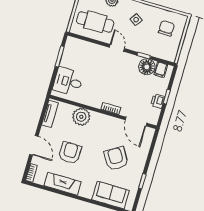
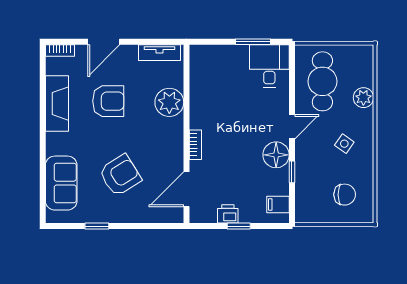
floor lamp: (147, 67) -> (276, 155), moved
desk: (68, 81) -> (269, 66), moved

